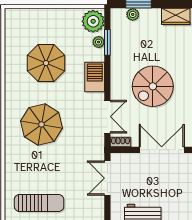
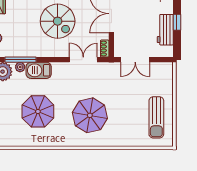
window: (107, 42) -> (20, 60), width x1.44
barbecue: (95, 77) -> (39, 70), moved
sun lounger: (39, 203) -> (156, 117), turned 180

